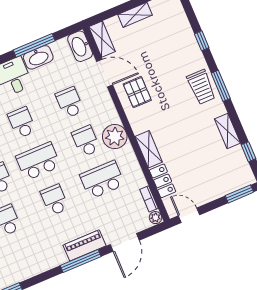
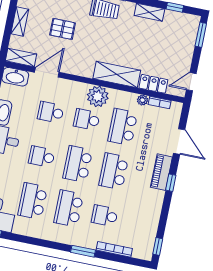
pallet: (137, 92) -> (63, 29), moved
shelving: (149, 149) -> (117, 74), width x1.50, depth x1.33
school desk: (55, 200) -> (114, 171), width x1.85
plant: (156, 218) -> (142, 100), moved
window: (81, 261) -> (171, 183), width x0.46

